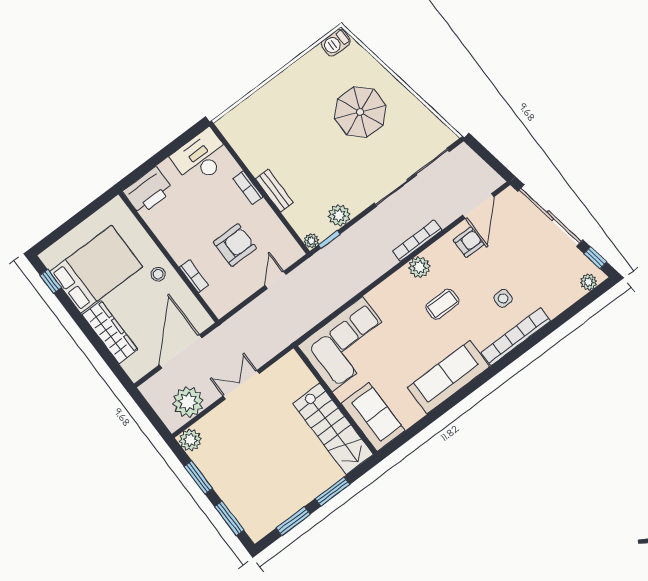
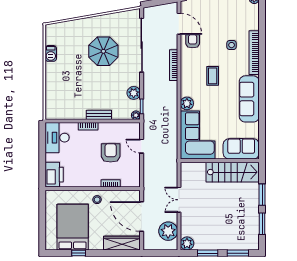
barbecue: (336, 43) -> (51, 53), moved
parasol: (360, 112) -> (103, 51), moved
plant: (419, 267) -> (187, 103), moved
window: (51, 281) -> (79, 253), moved
wardrobe: (110, 332) -> (122, 243), moved

